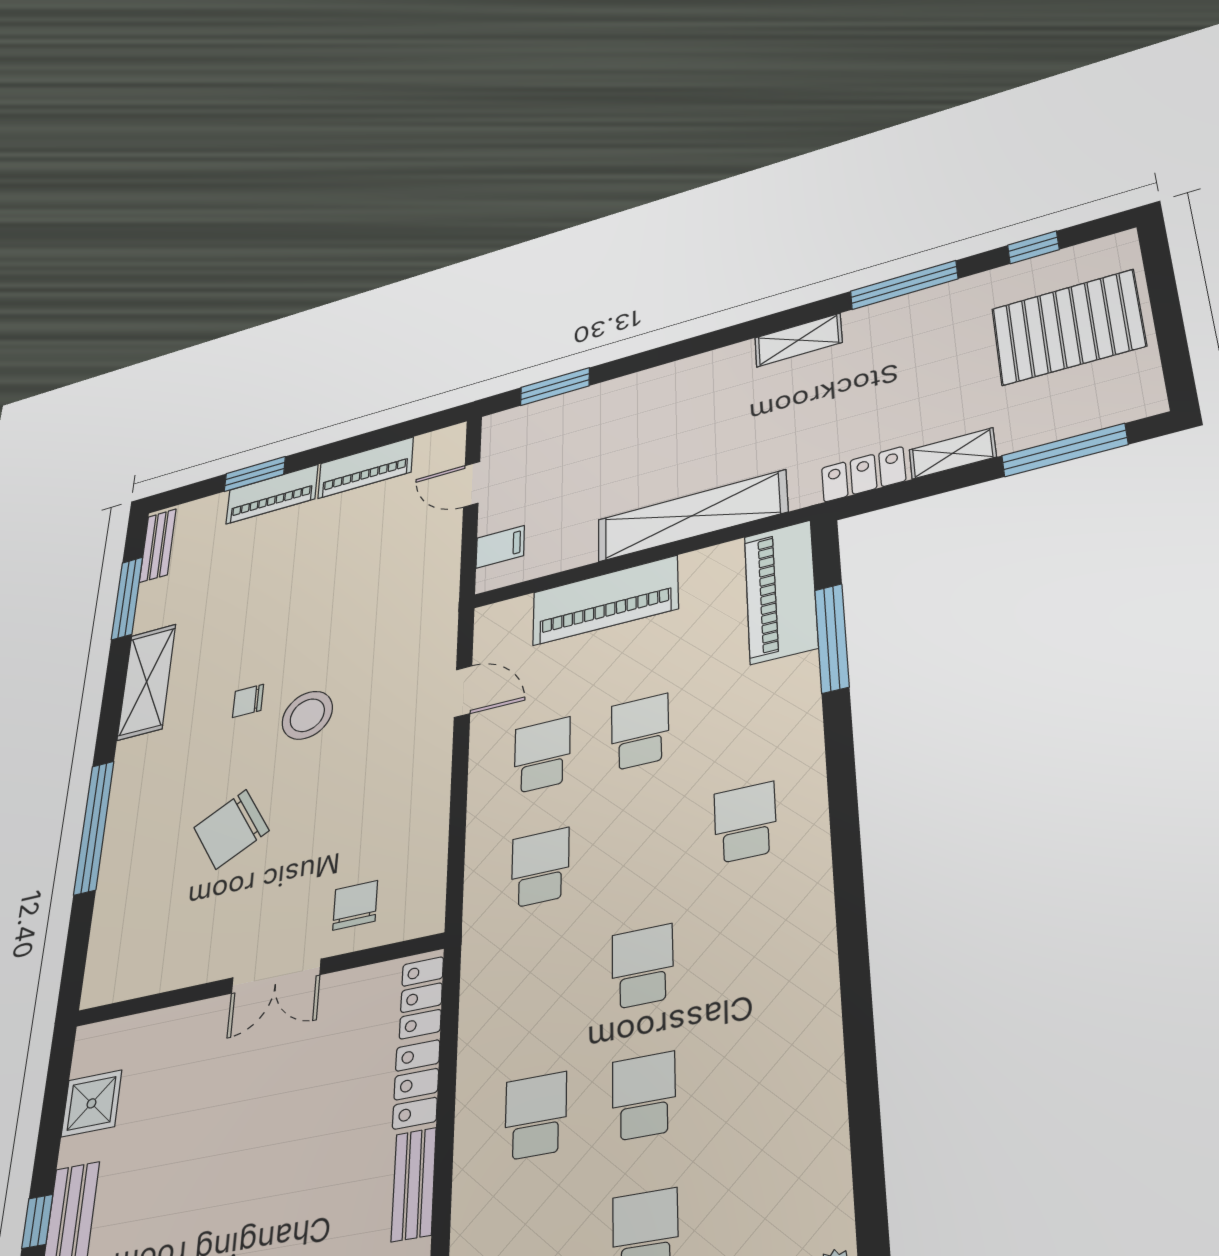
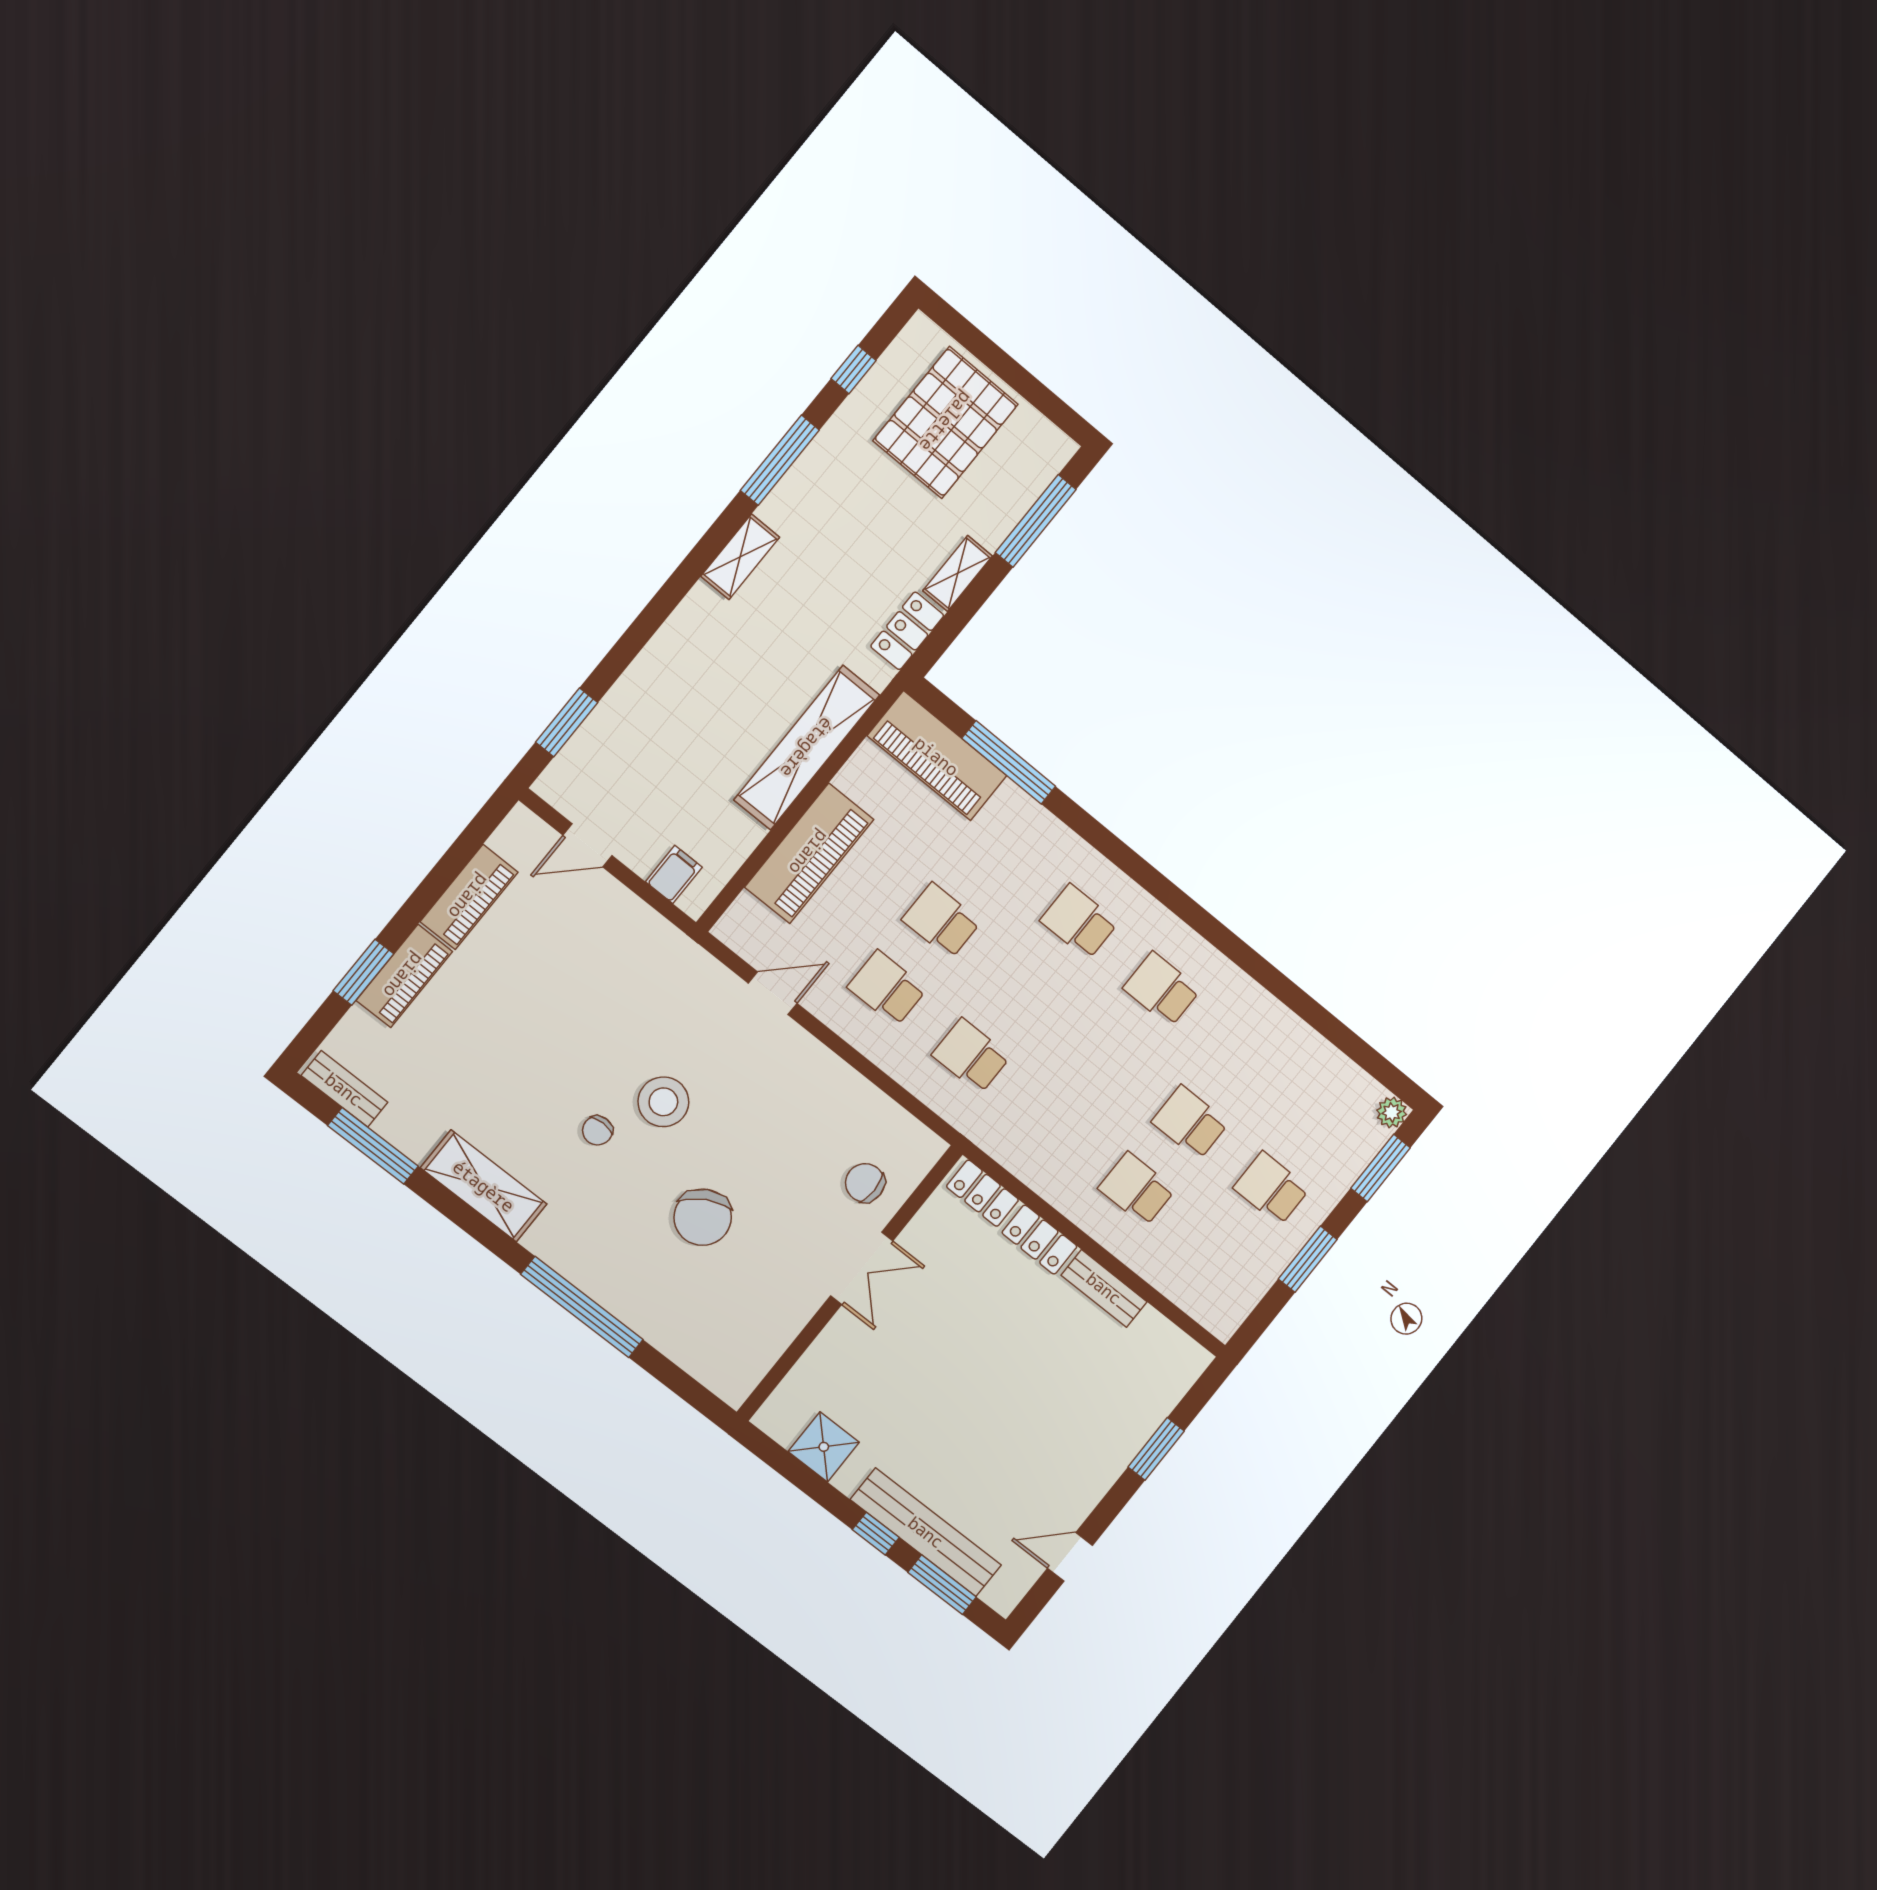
school desk: (642, 966) -> (1162, 989), moved

